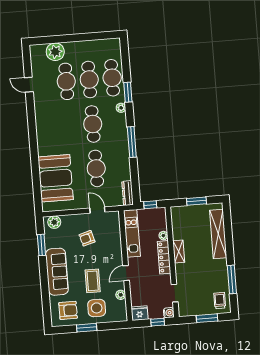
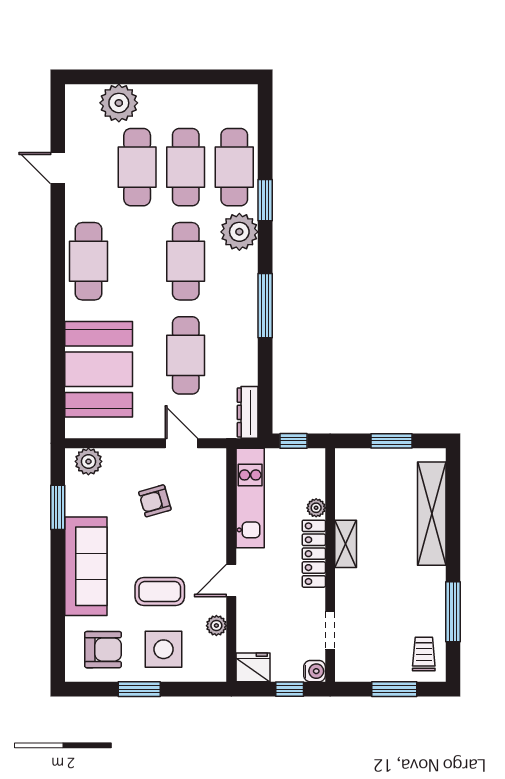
plant: (121, 108) -> (239, 232), width x1.88, depth x1.88
cafe table: (47, 128) -> (89, 261), added
coffee table: (93, 281) -> (160, 592), turned 90

